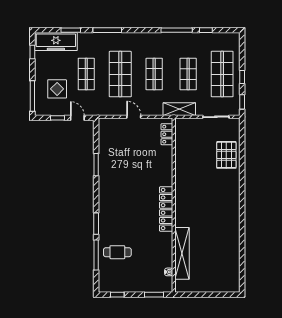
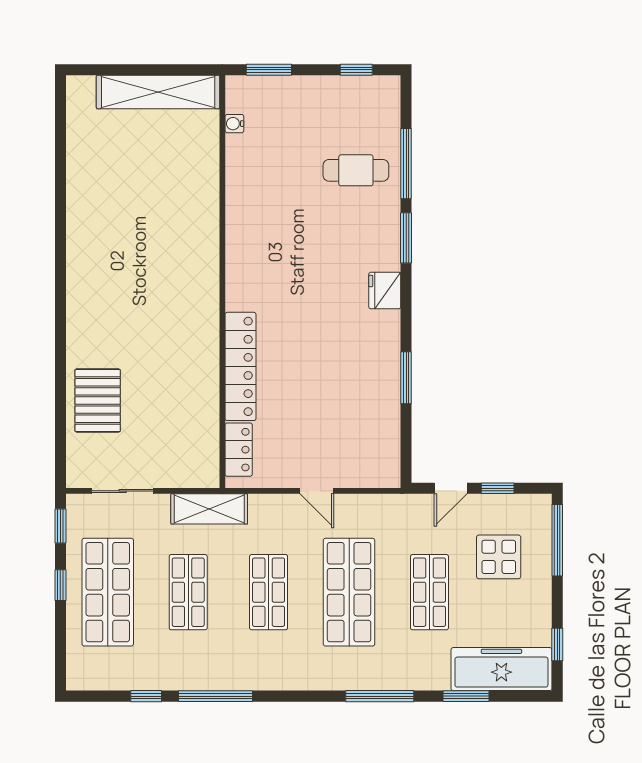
door: (77, 118) -> (451, 488), hinge flipped
fridge: (105, 201) -> (385, 291), added
locker: (166, 209) -> (240, 366), moved
shelving: (182, 253) -> (158, 92), moved, turned 90

